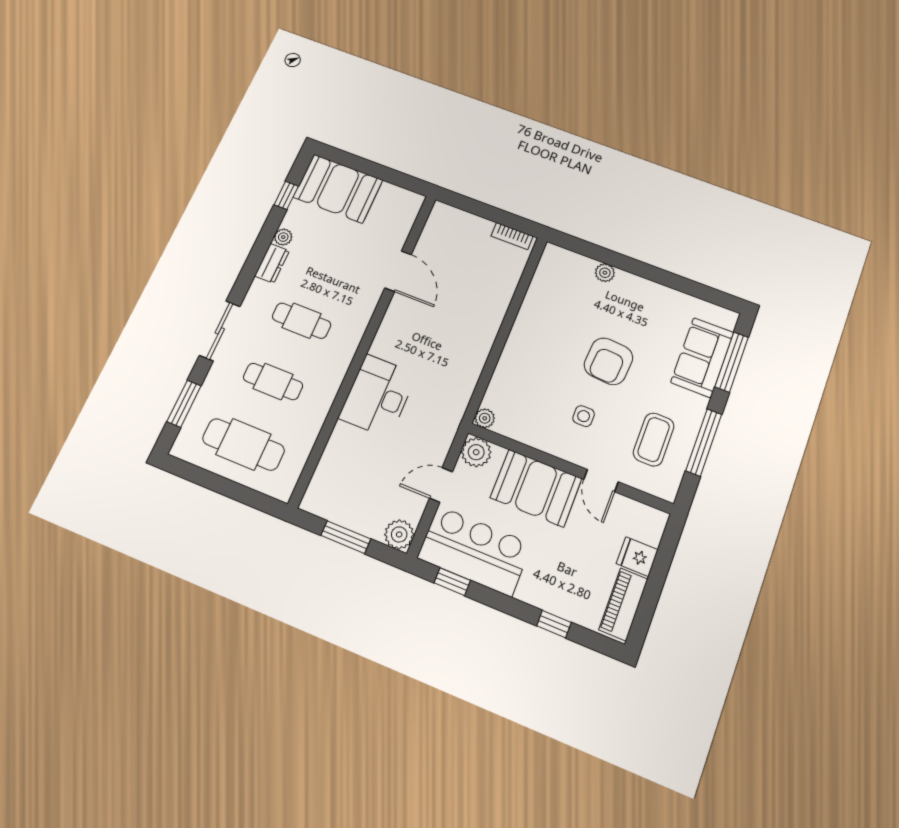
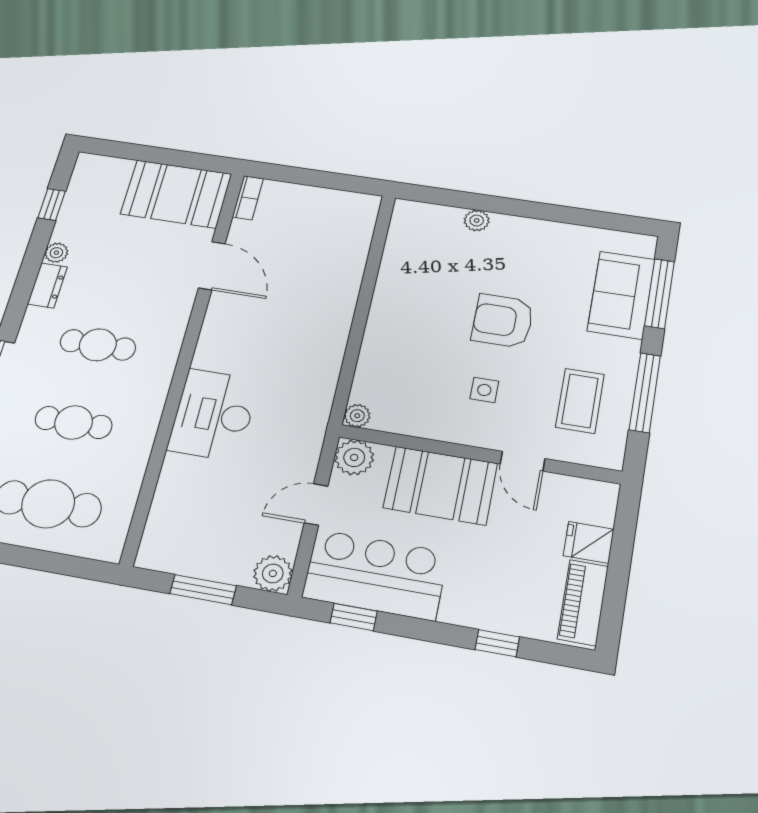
booth: (338, 189) -> (176, 194), moved
bookcase: (512, 236) -> (248, 198), moved, turned -90
armchair: (608, 361) -> (503, 321), turned 86

